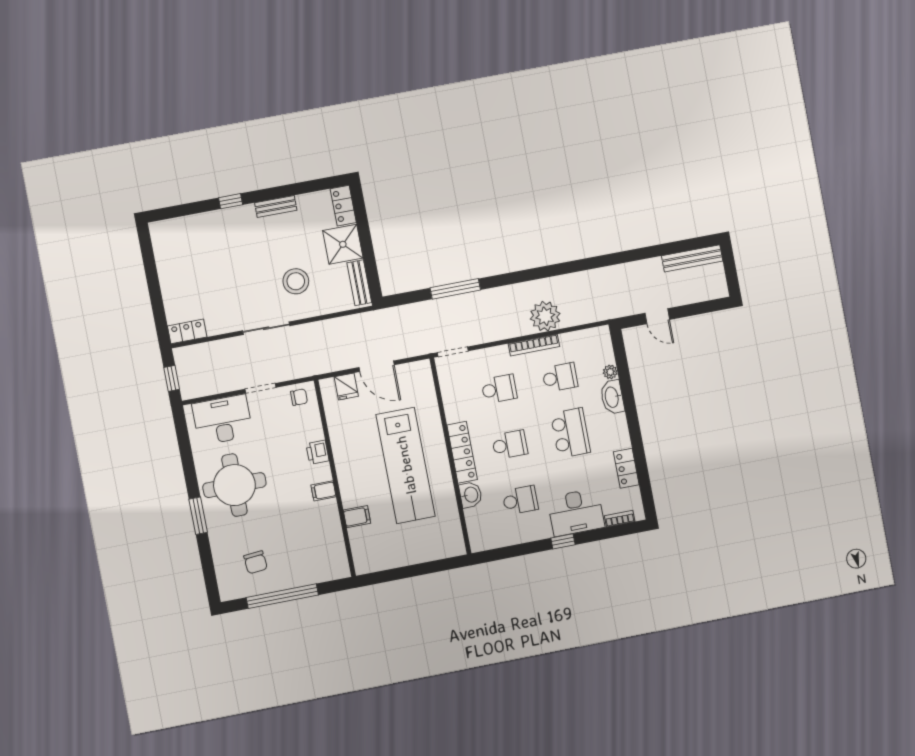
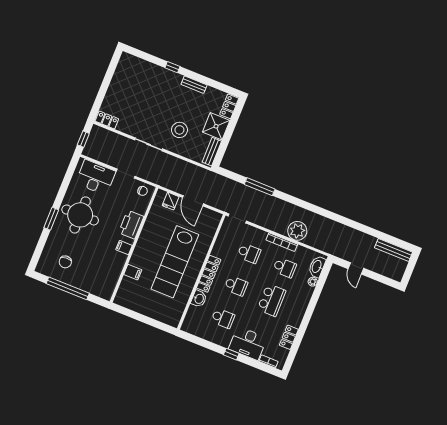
washbasin: (612, 397) -> (317, 267), moved
printer: (318, 452) -> (131, 225), width x1.87, depth x1.48

